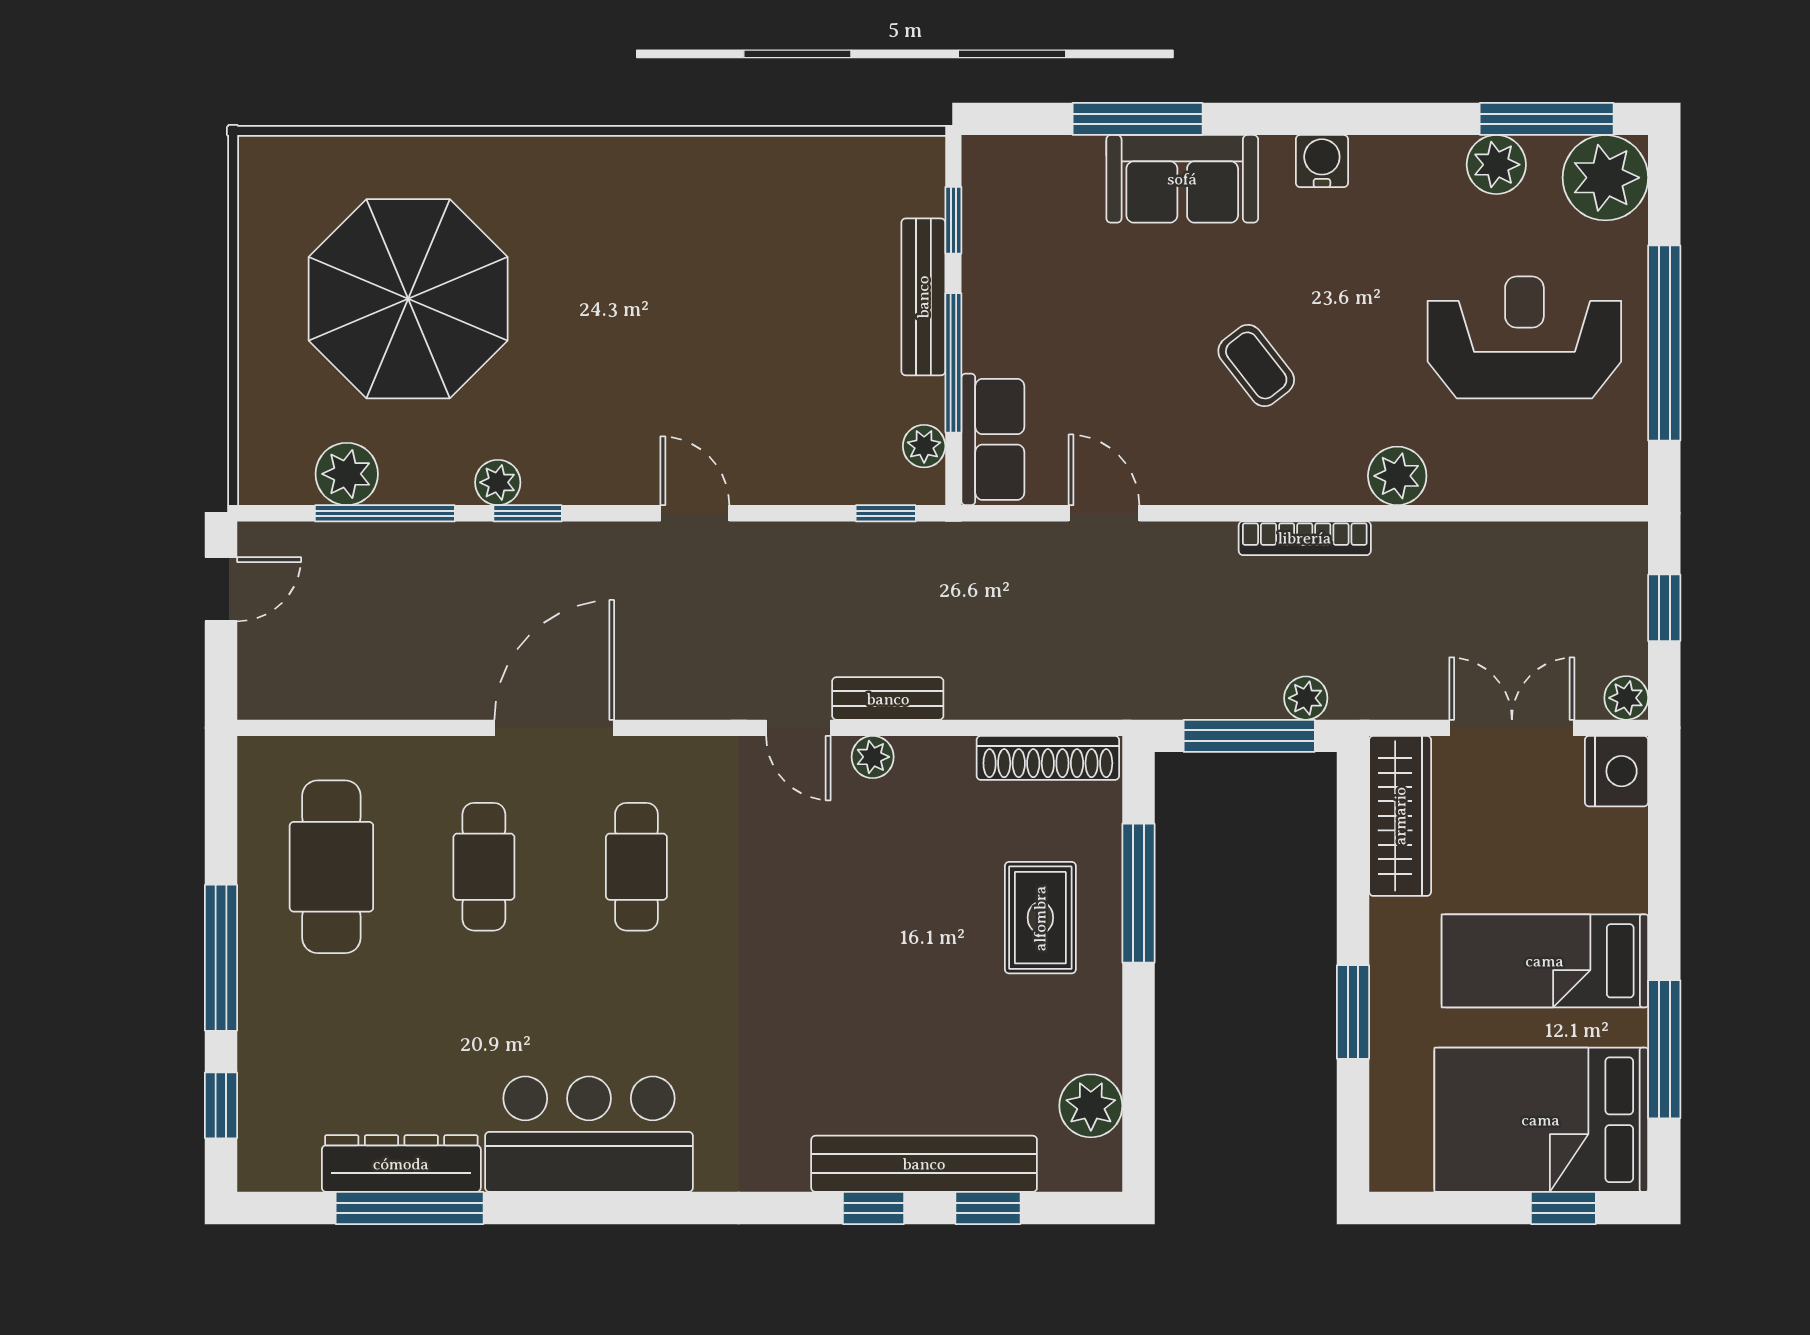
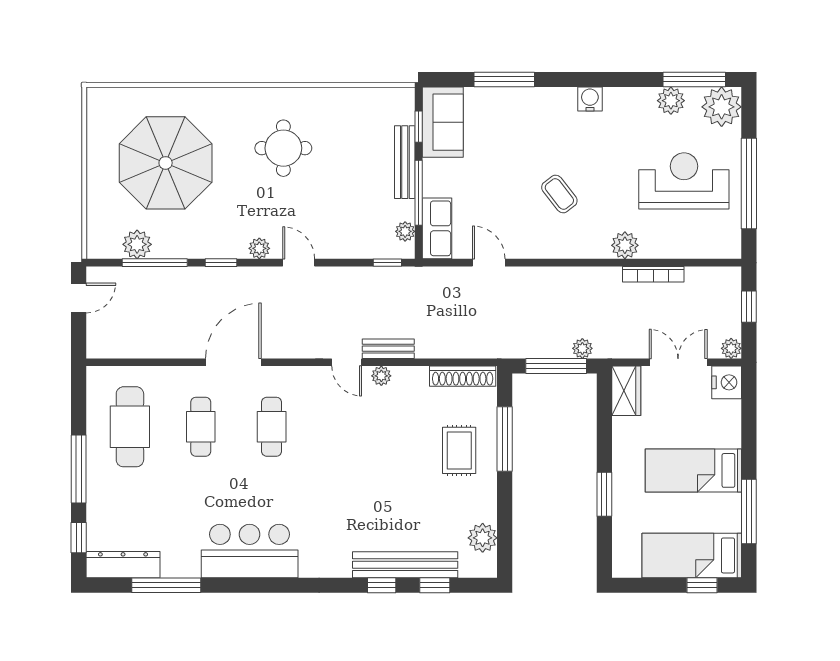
sofa: (1182, 179) -> (443, 122), moved, turned -90
round table: (662, 267) -> (283, 148), added
plant: (498, 482) -> (259, 248), moved
bookcase: (1305, 538) -> (653, 274), moved
wardrobe: (1400, 816) -> (626, 391), width x0.67
bed: (1541, 1120) -> (692, 555), width x0.67
dresser: (401, 1164) -> (123, 565), moved

